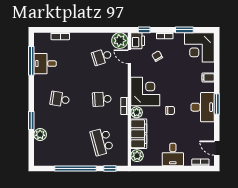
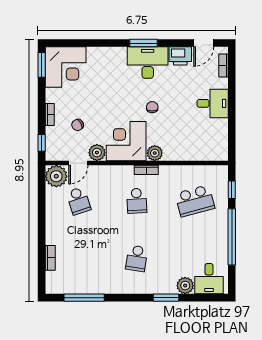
window: (184, 30) -> (42, 65), moved
printer: (138, 41) -> (180, 56), moved, turned 180
desk: (45, 64) -> (209, 279), moved
filing cabinet: (208, 78) -> (107, 55), removed
filing cabinet: (139, 134) -> (184, 150), removed
plant: (137, 156) -> (97, 153), moved

